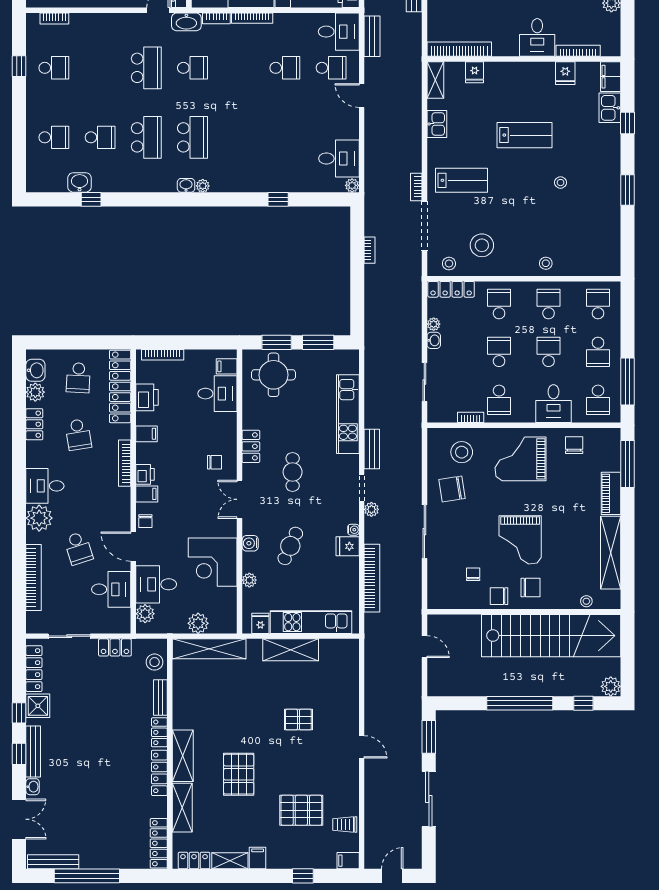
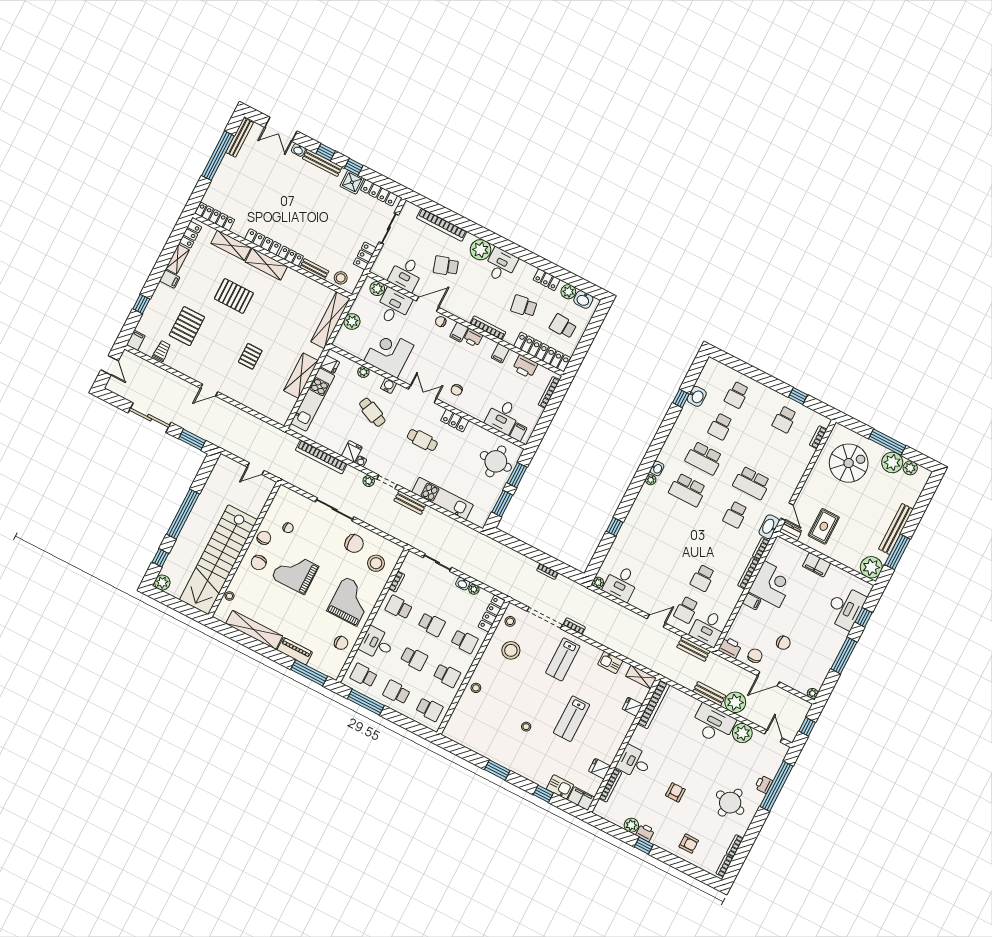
chair: (452, 489) -> (354, 544), turned 99

